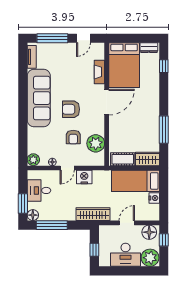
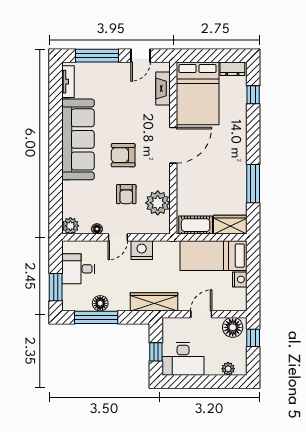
fireplace: (99, 72) -> (163, 89), moved
floor lamp: (33, 215) -> (100, 303), moved
desk: (126, 255) -> (183, 359), moved
plant: (150, 258) -> (228, 369), width x0.53, depth x0.53

